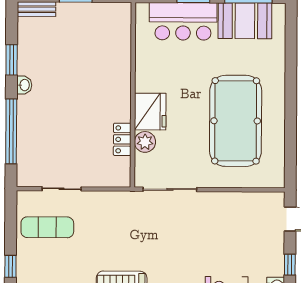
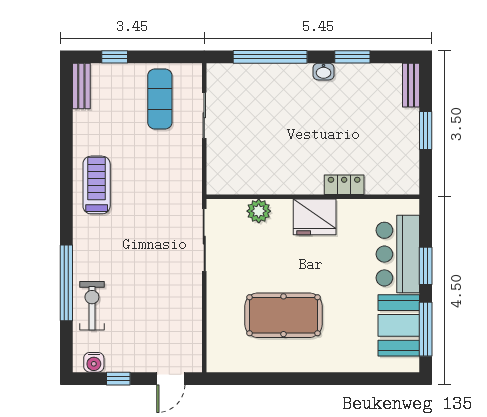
fridge: (150, 112) -> (315, 217), moved
pool table: (236, 121) -> (284, 315), width x0.73, depth x0.76
locker: (122, 139) -> (344, 185), moved

